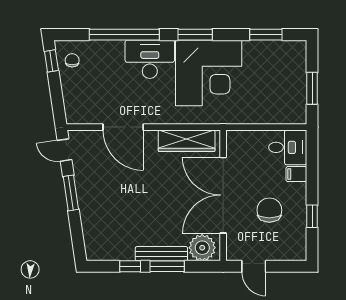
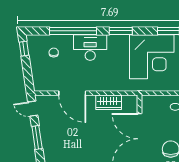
chair: (72, 60) -> (54, 52), moved
corner desk: (209, 73) -> (152, 57), moved
wardrobe: (187, 141) -> (109, 102), width x0.67

